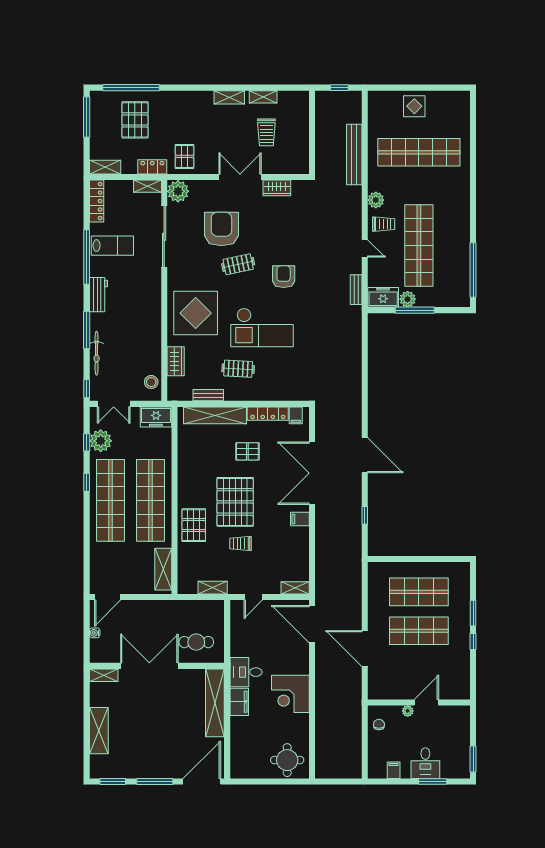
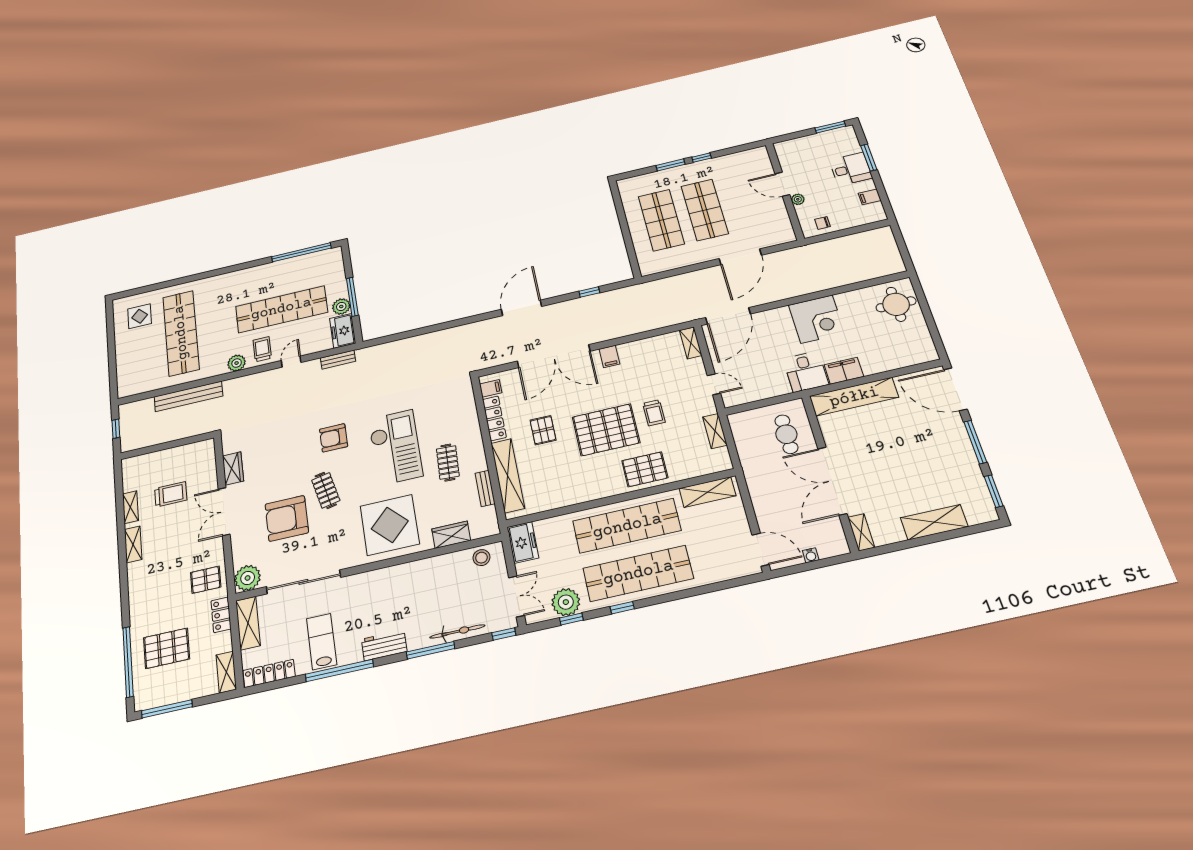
display table: (414, 106) -> (140, 316), moved
shelving: (148, 186) -> (248, 623), width x1.50, depth x1.33

